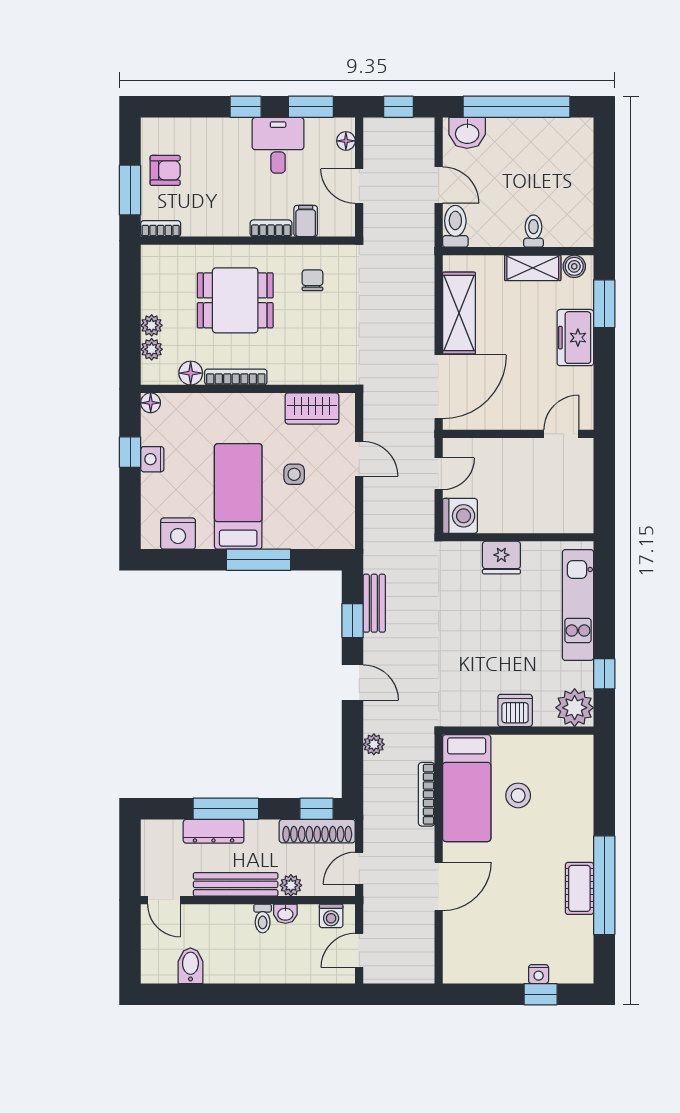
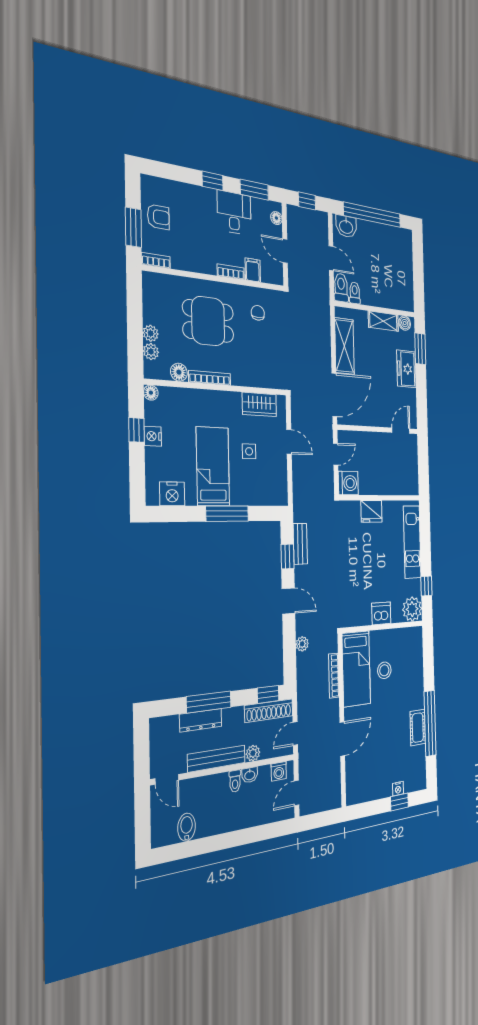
toilet: (533, 231) -> (355, 293), moved

